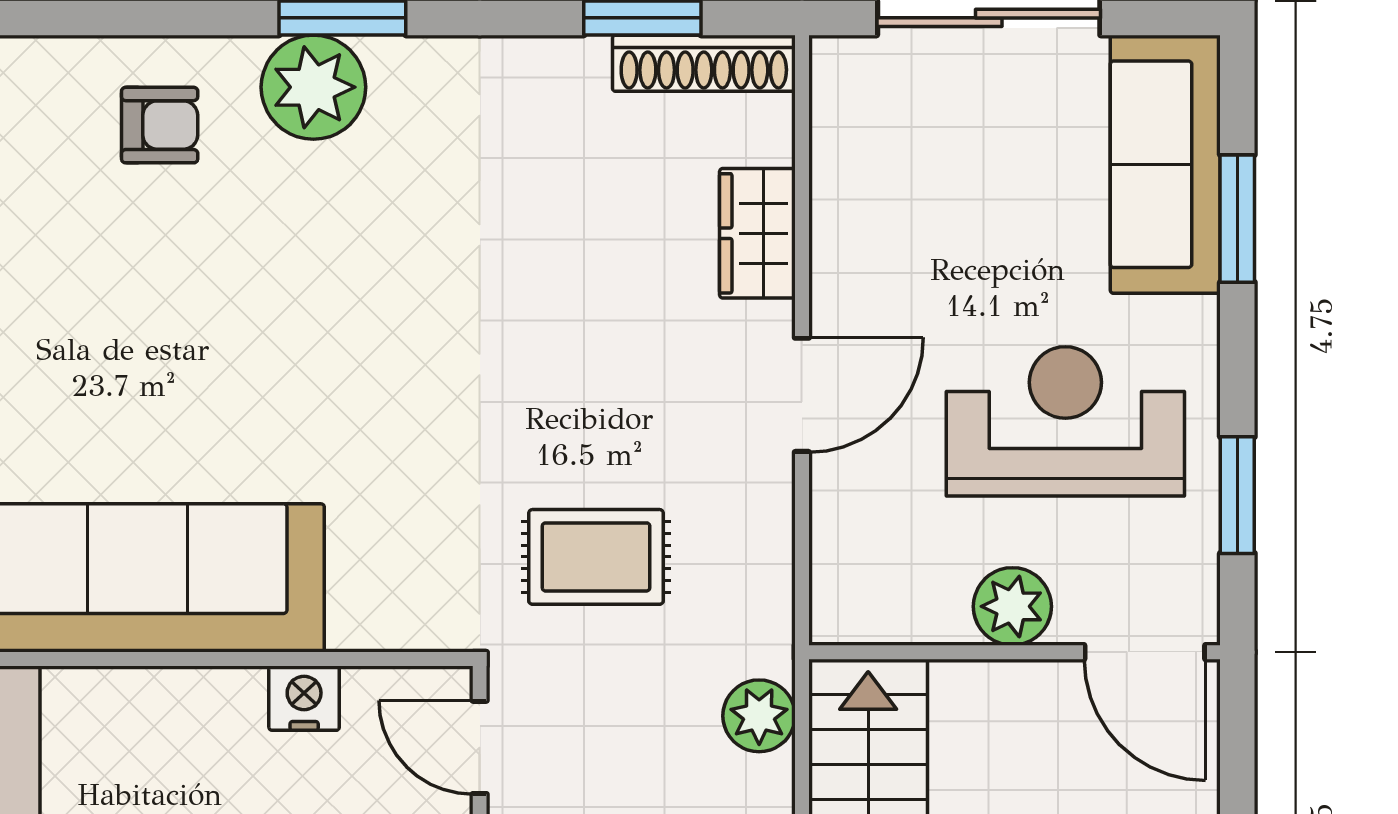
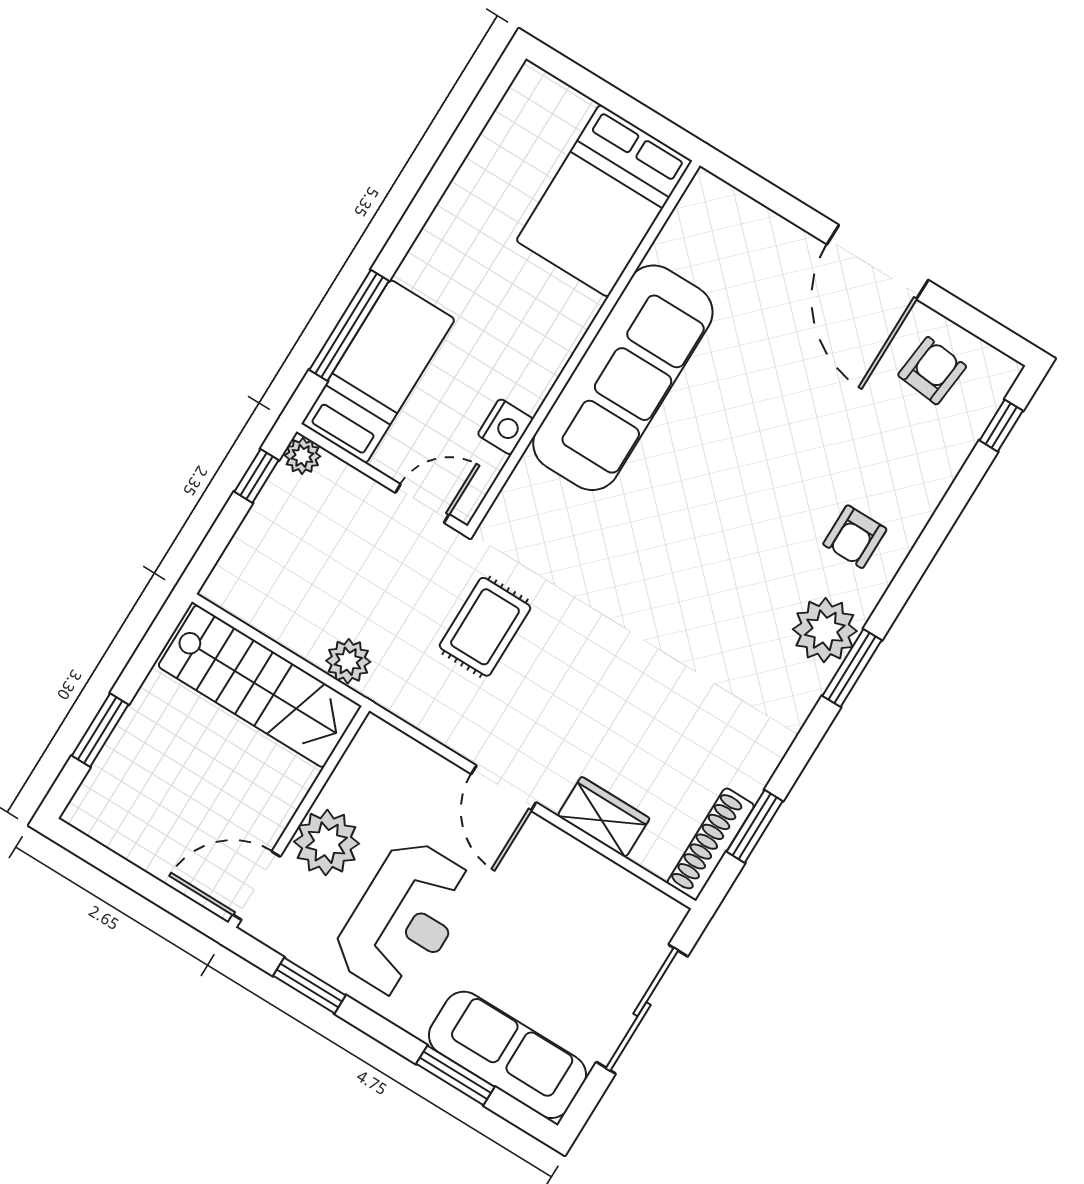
plant: (1012, 606) -> (327, 843), width x1.36, depth x1.36

